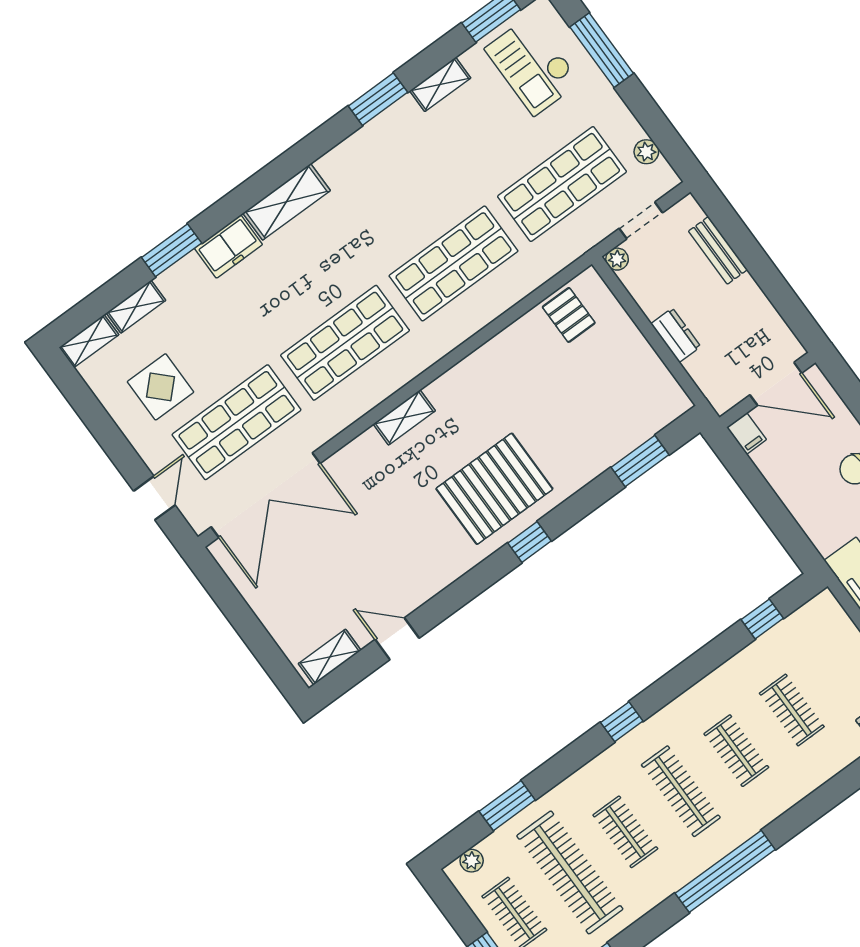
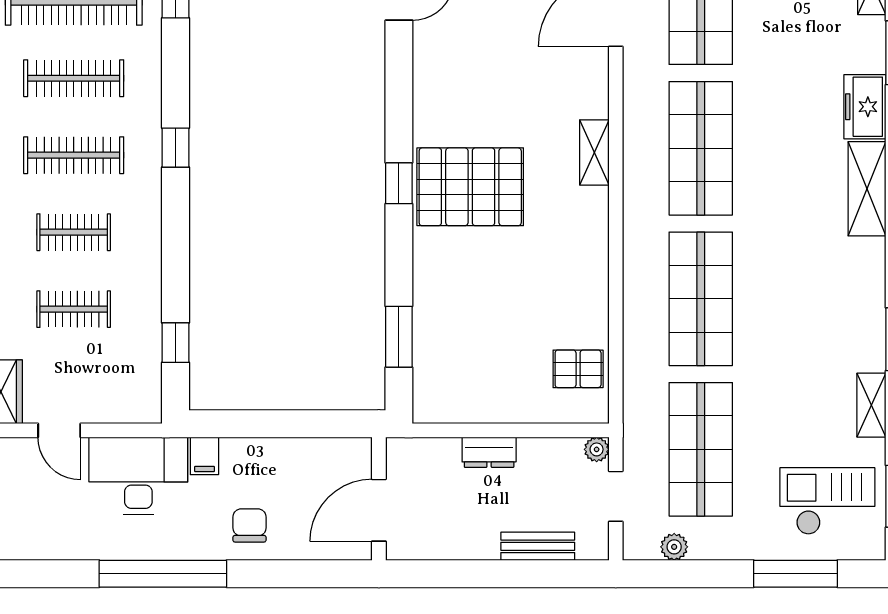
filing cabinet: (747, 433) -> (204, 456), moved, turned -90
pallet: (494, 489) -> (470, 187), turned 90
clothes rail: (625, 832) -> (74, 78), width x1.36

